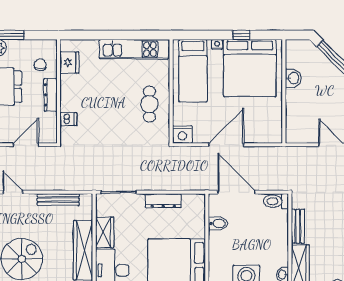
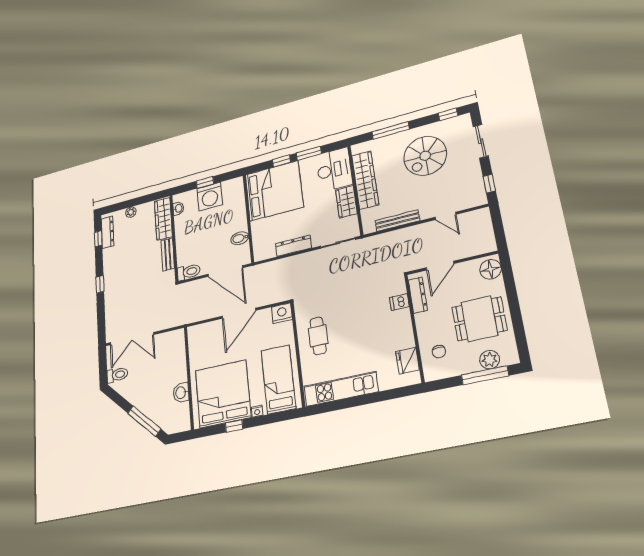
dresser: (51, 95) -> (418, 295), moved

